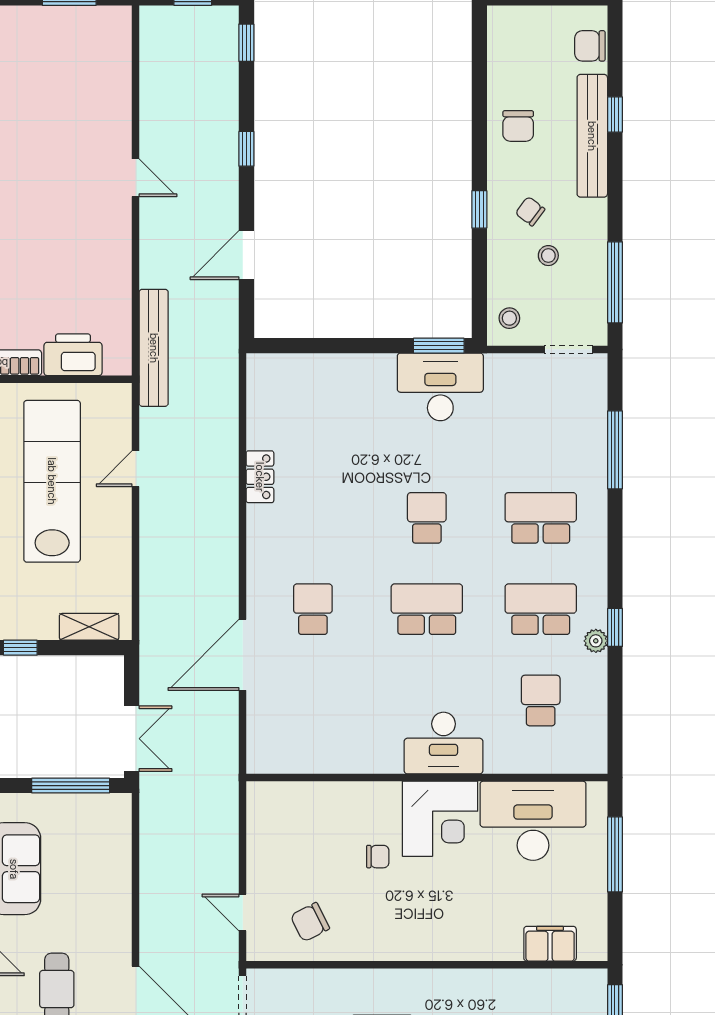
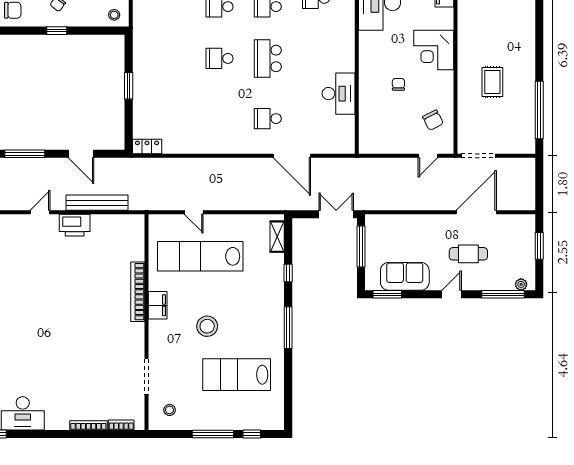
window: (246, 149) -> (25, 154), width x2.17
window: (439, 346) -> (129, 86), moved
bench: (154, 348) -> (97, 203), moved
printer: (73, 355) -> (75, 225), moved, turned -90
desk: (440, 387) -> (150, 51), removed
locker: (260, 477) -> (147, 147), moved
desk: (444, 743) -> (339, 94), moved
corner desk: (440, 819) -> (434, 50), moved, turned 180

